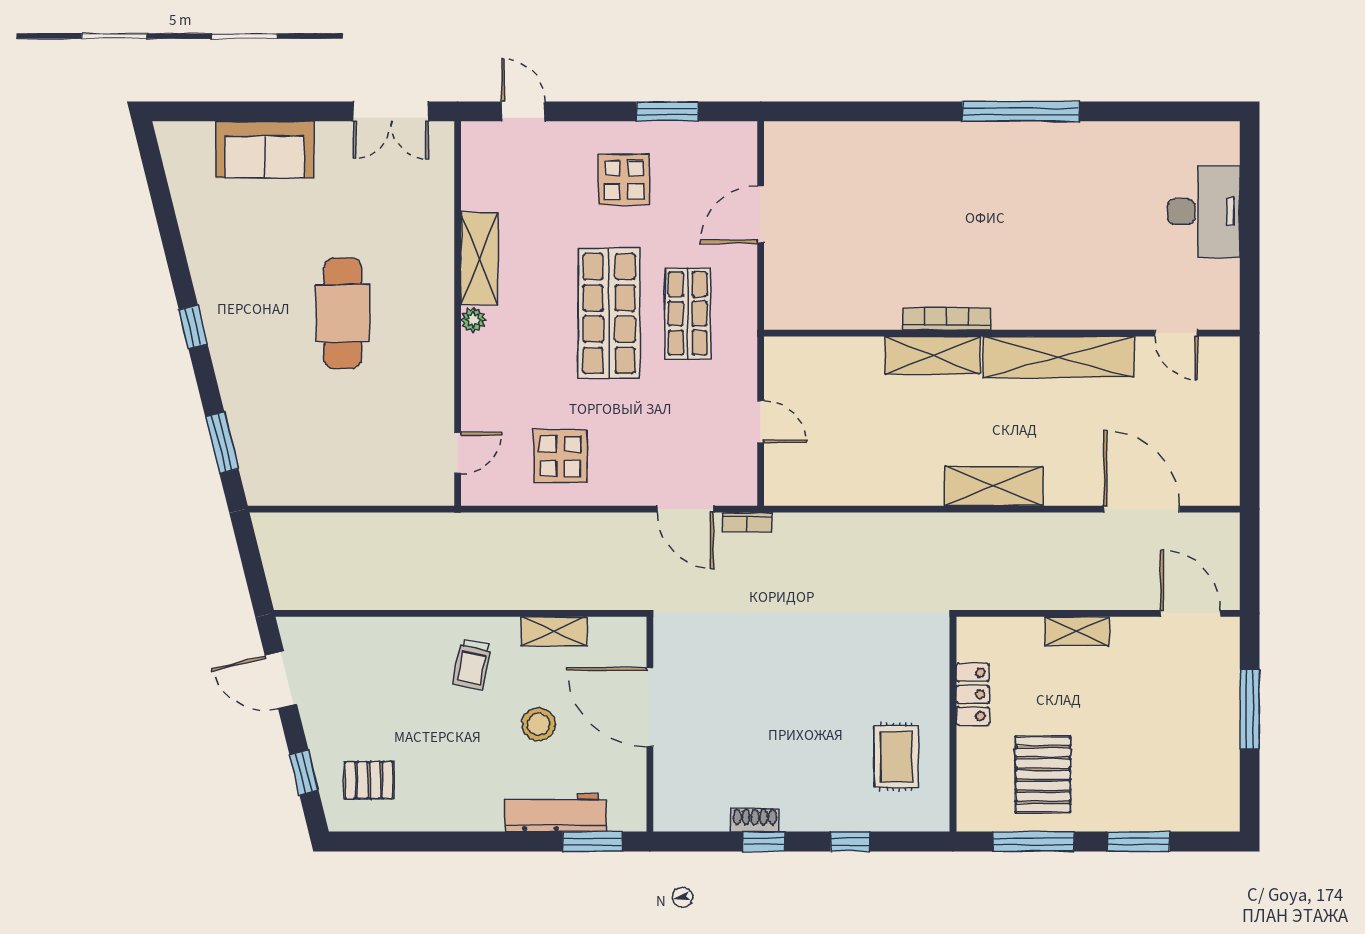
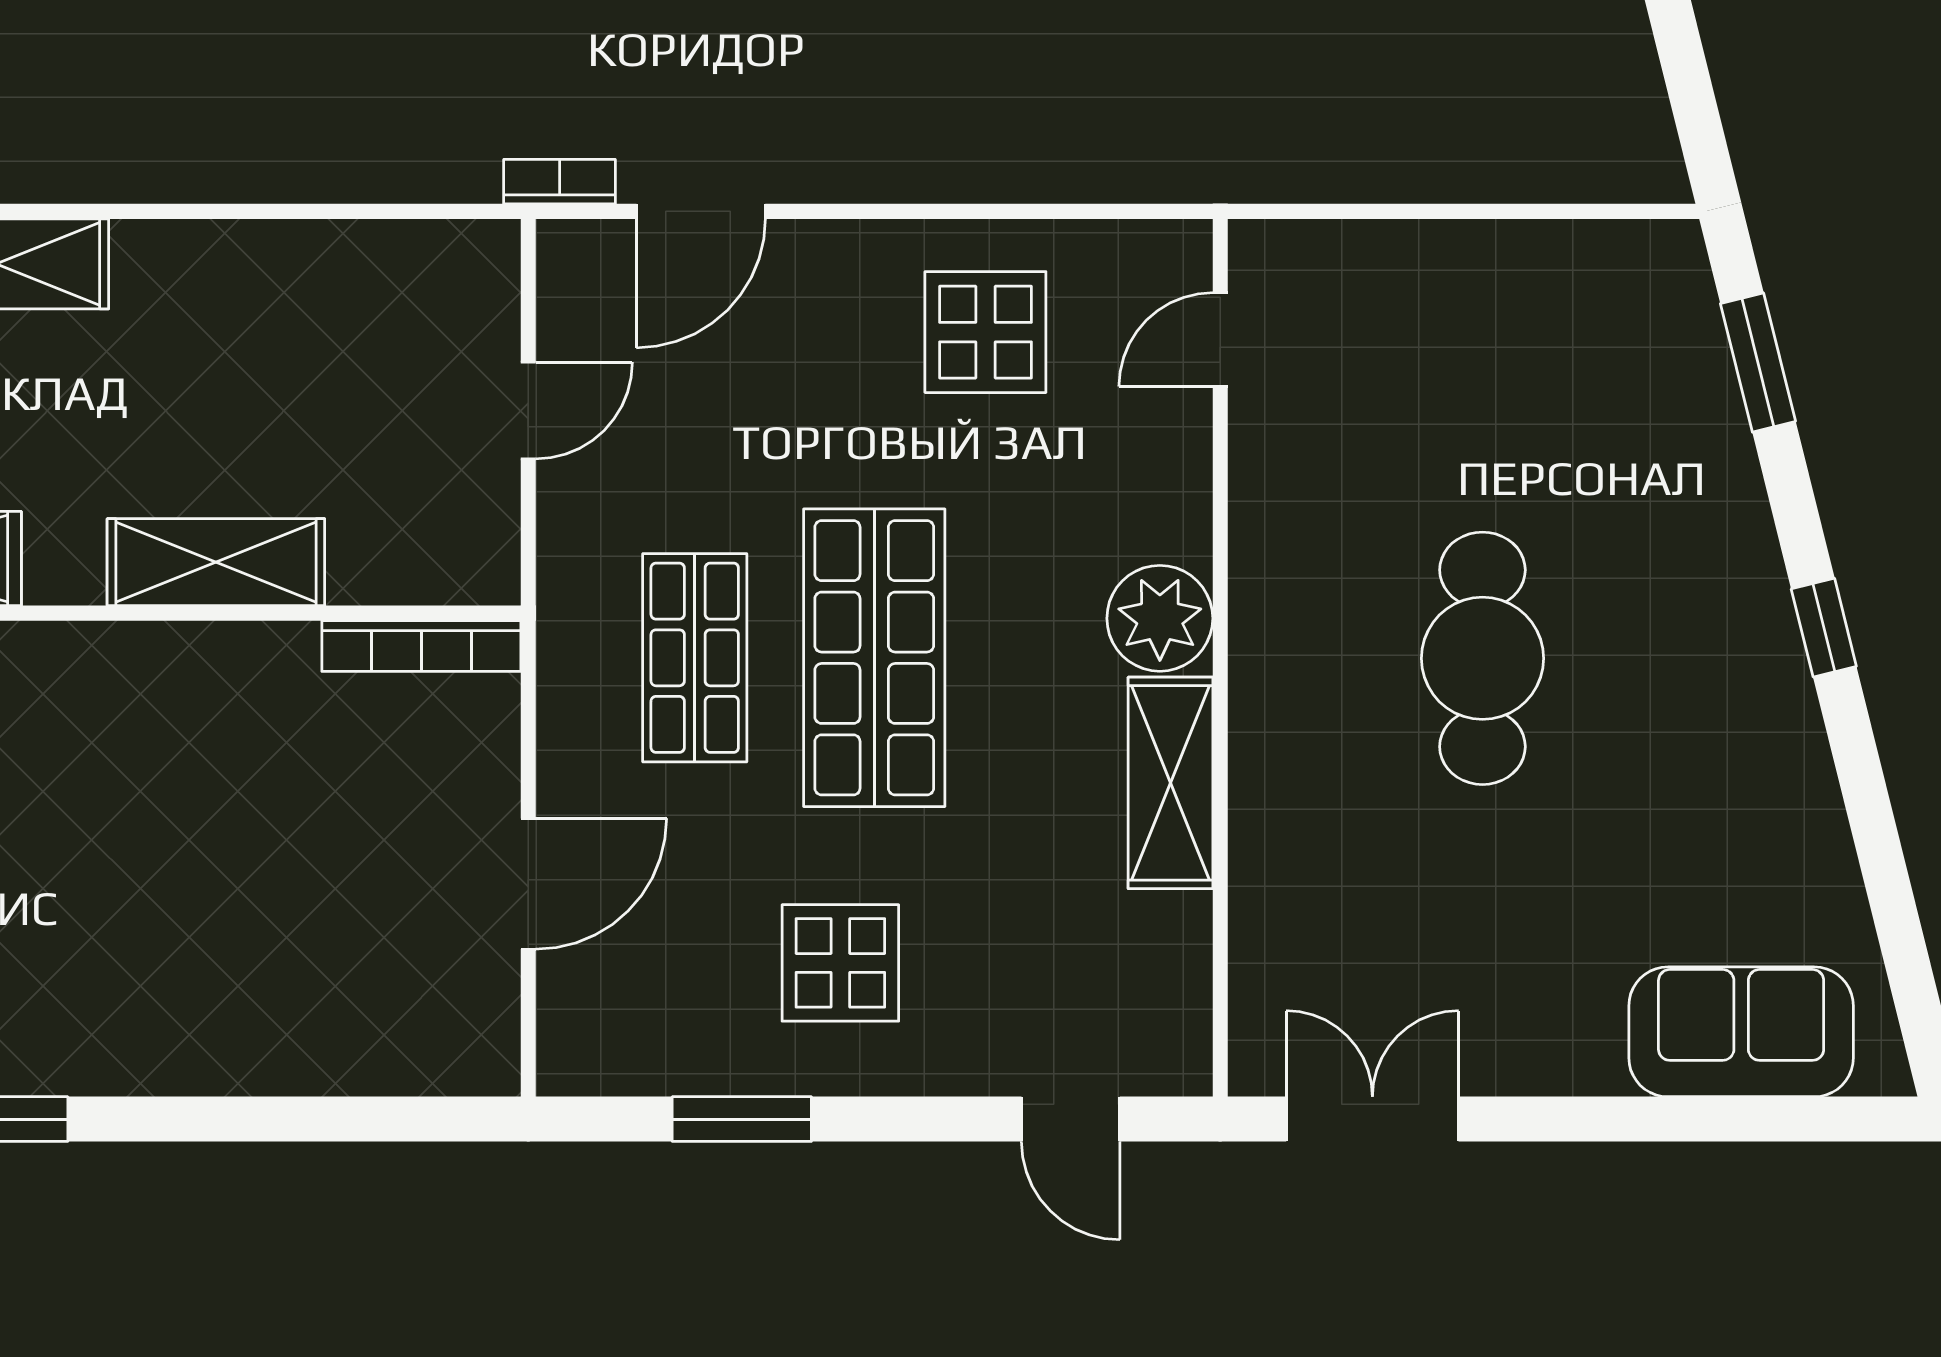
sofa: (264, 150) -> (1741, 1032), moved
bookcase: (947, 319) -> (421, 646), moved
plant: (473, 320) -> (1160, 618), width x1.87, depth x1.87
shelving: (932, 355) -> (216, 562), moved
door: (761, 422) -> (528, 411), swing flipped
door: (685, 509) -> (701, 211), swing flipped

